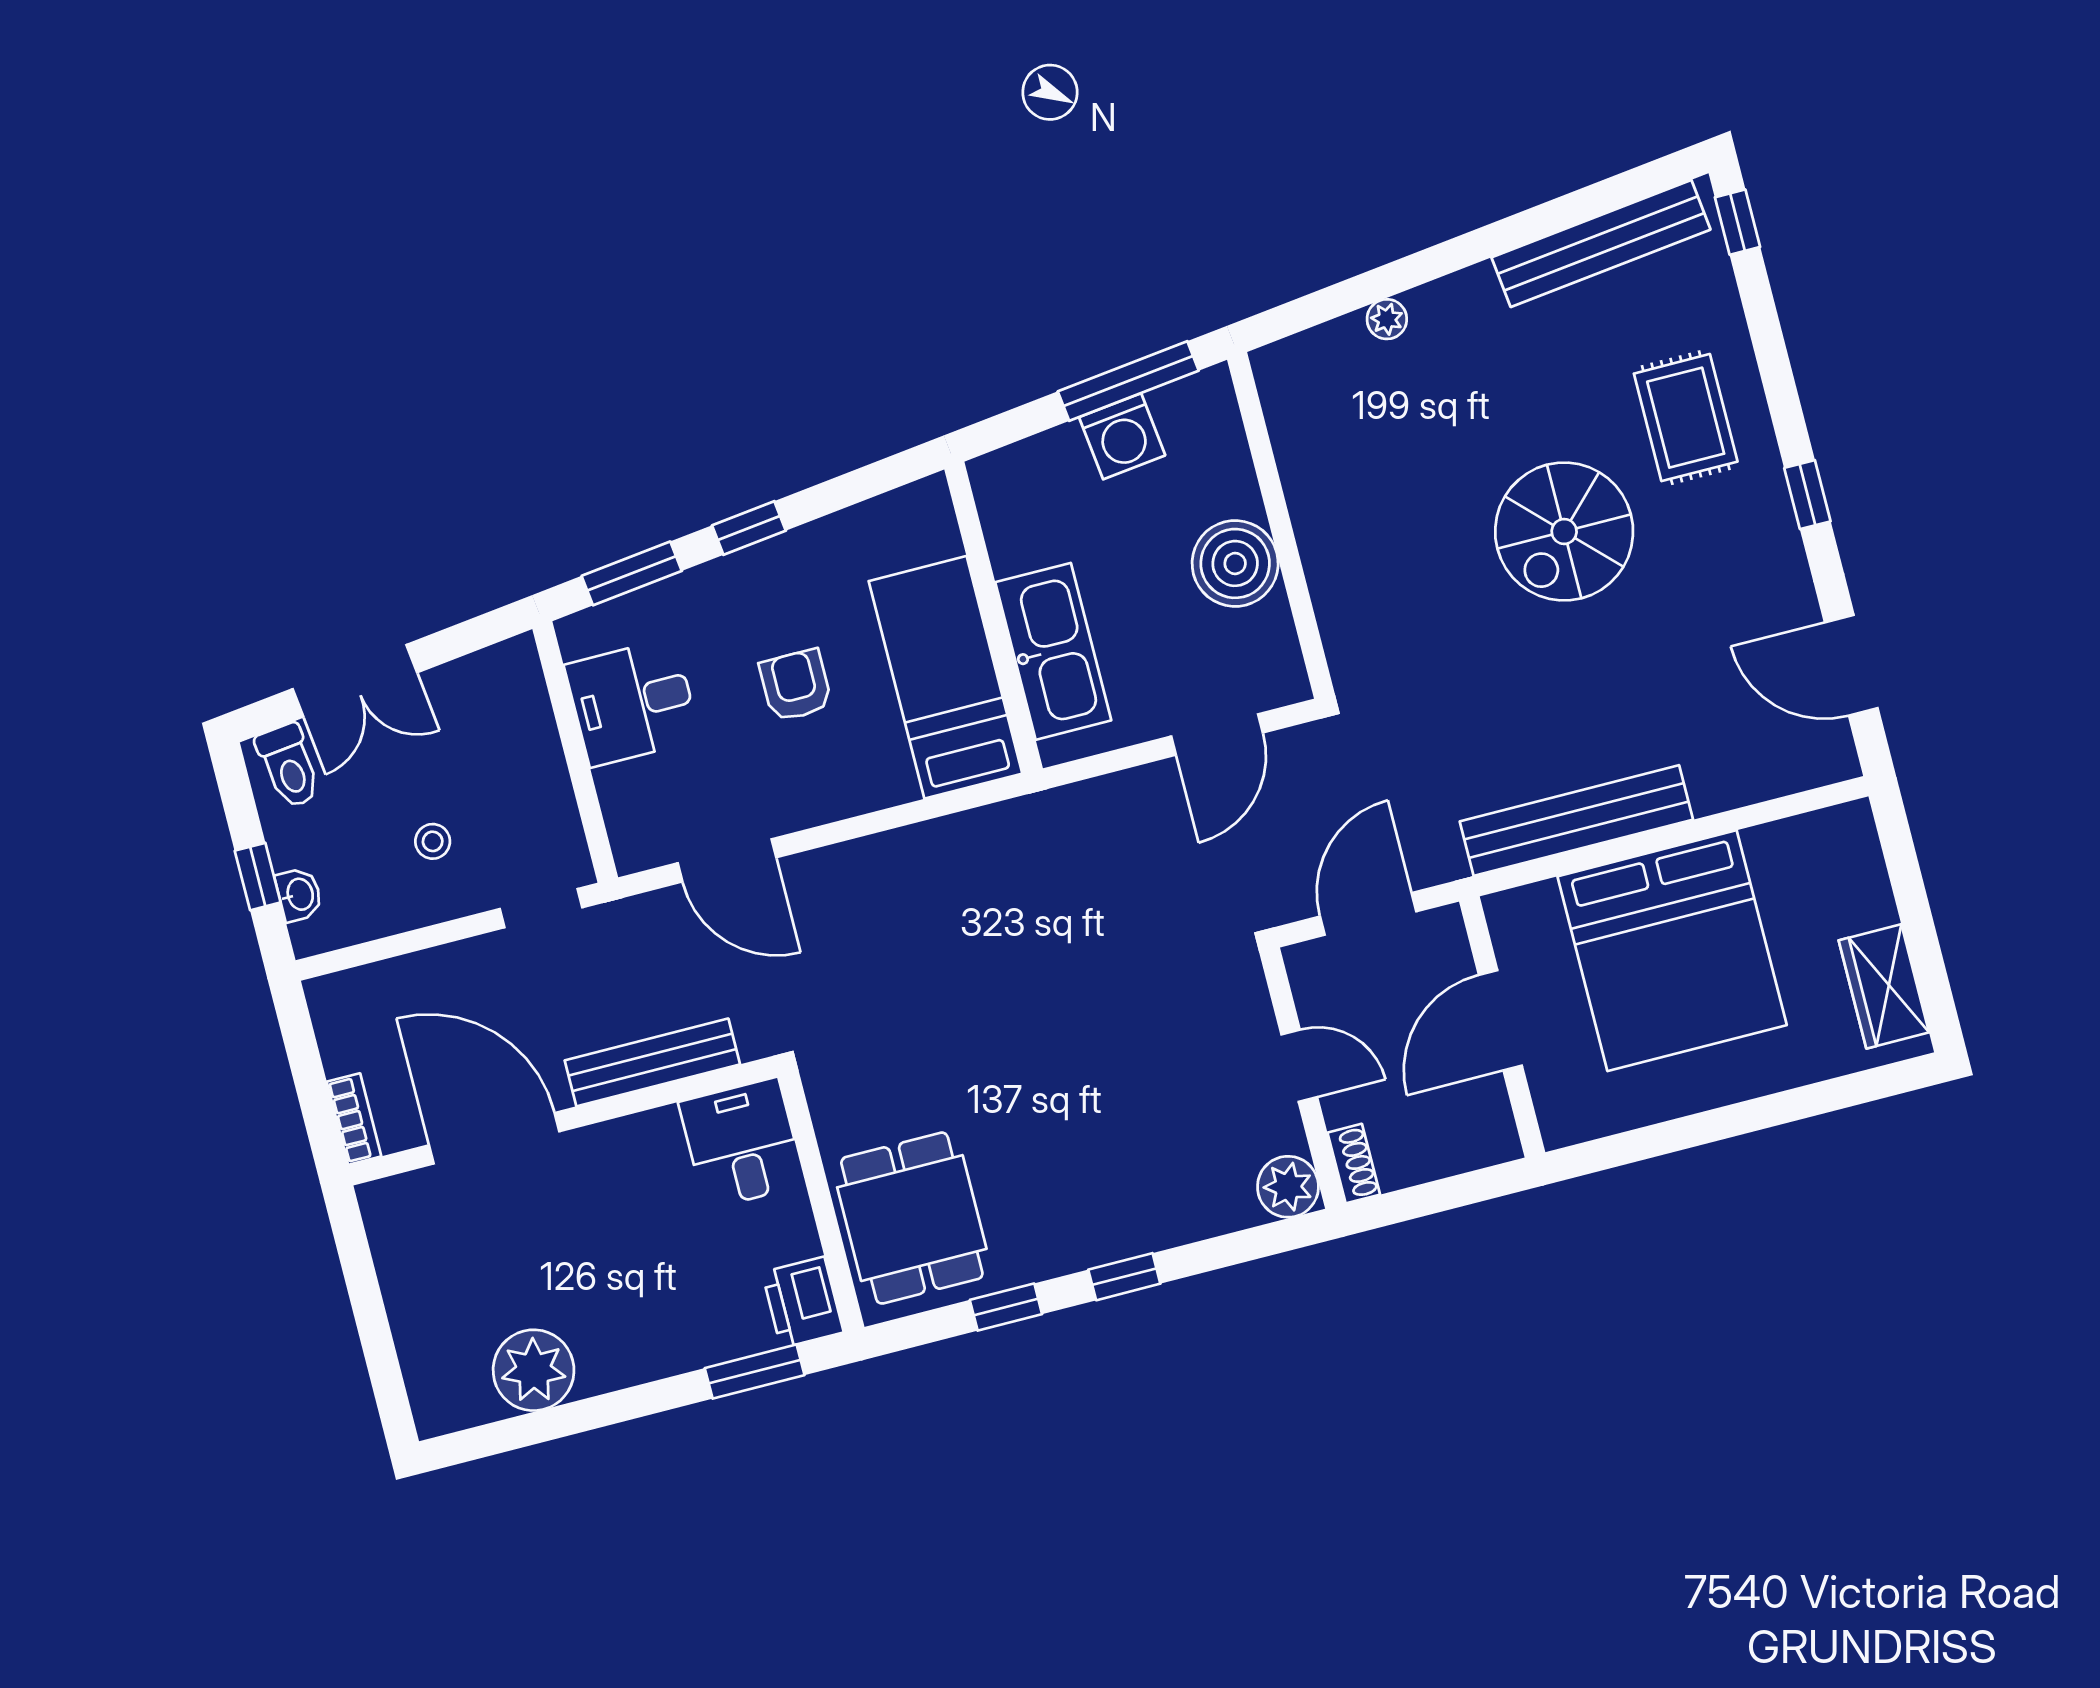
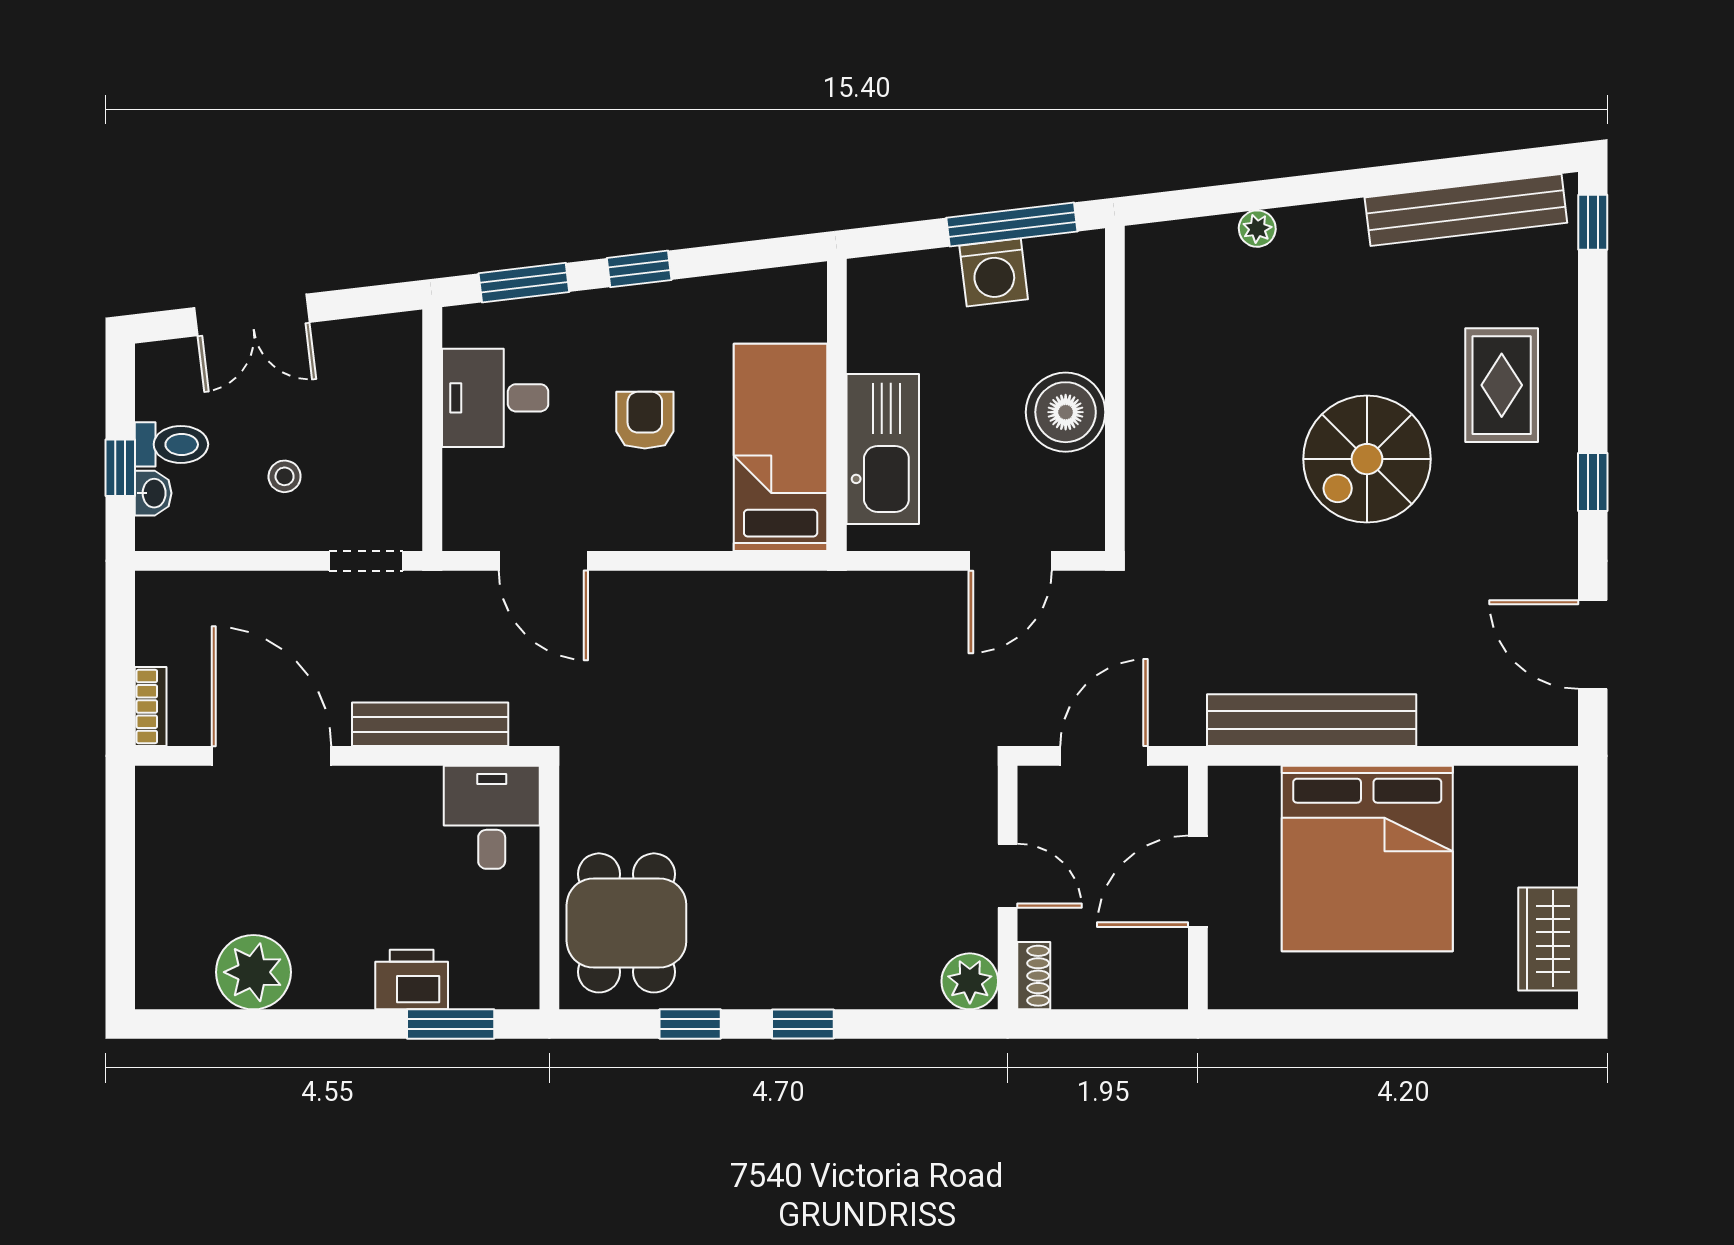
toilet: (289, 766) -> (171, 444), moved, turned -83
printer: (803, 1302) -> (412, 980), moved, turned 90

